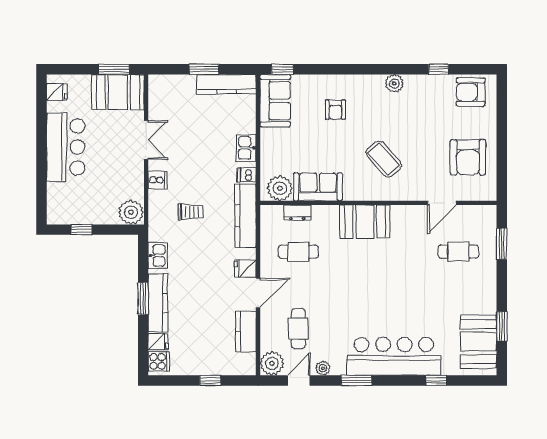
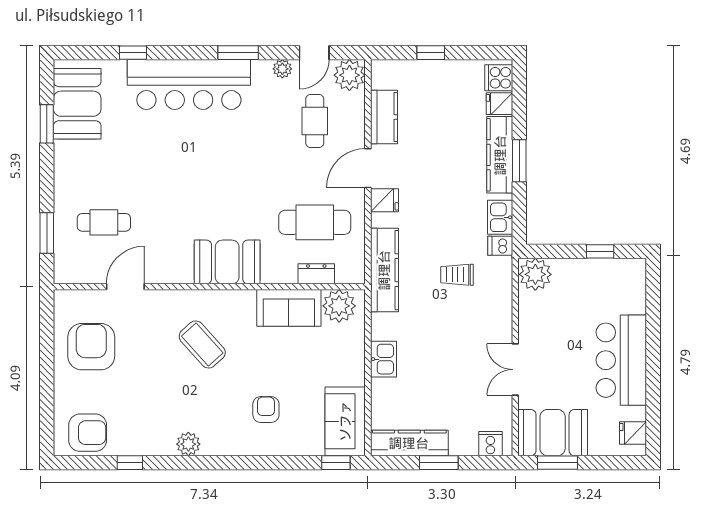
dishwasher: (247, 175) -> (500, 246), moved, turned 180
cooker: (158, 180) -> (490, 444), moved, turned 90
cafe table: (298, 252) -> (315, 222), width x1.37, depth x1.35

